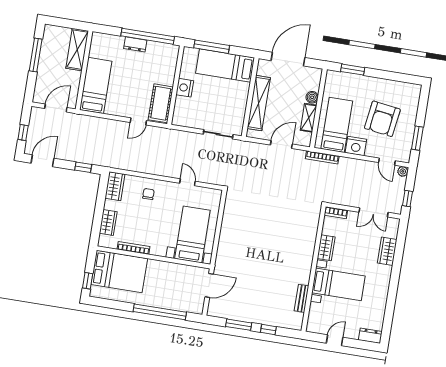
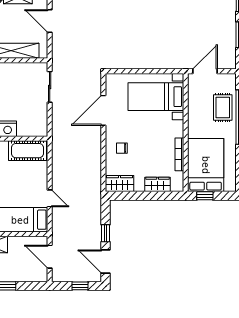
door: (138, 121) -> (50, 198), moved
window: (83, 167) -> (105, 233), moved
door: (187, 182) -> (103, 110), width x1.88
window: (88, 281) -> (205, 196), moved
door: (209, 285) -> (205, 71), hinge flipped
rug: (172, 297) -> (223, 108), added

